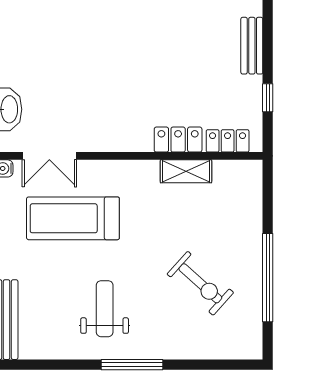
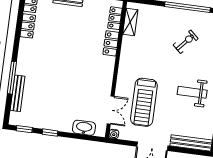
shelving: (186, 171) -> (130, 22), moved
exercise bike: (200, 283) -> (186, 42), width x0.73, depth x0.72

